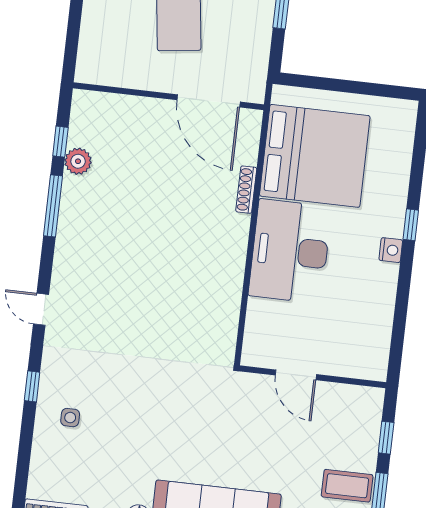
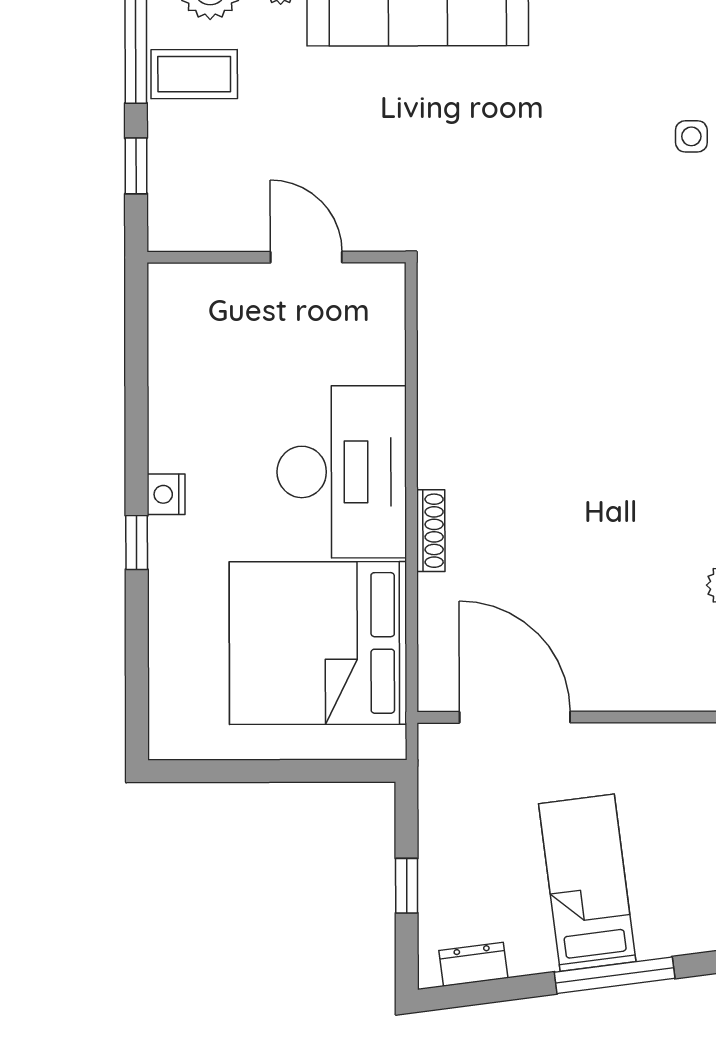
shoe rack: (246, 190) -> (431, 531), moved

